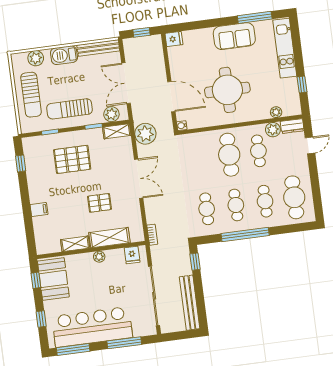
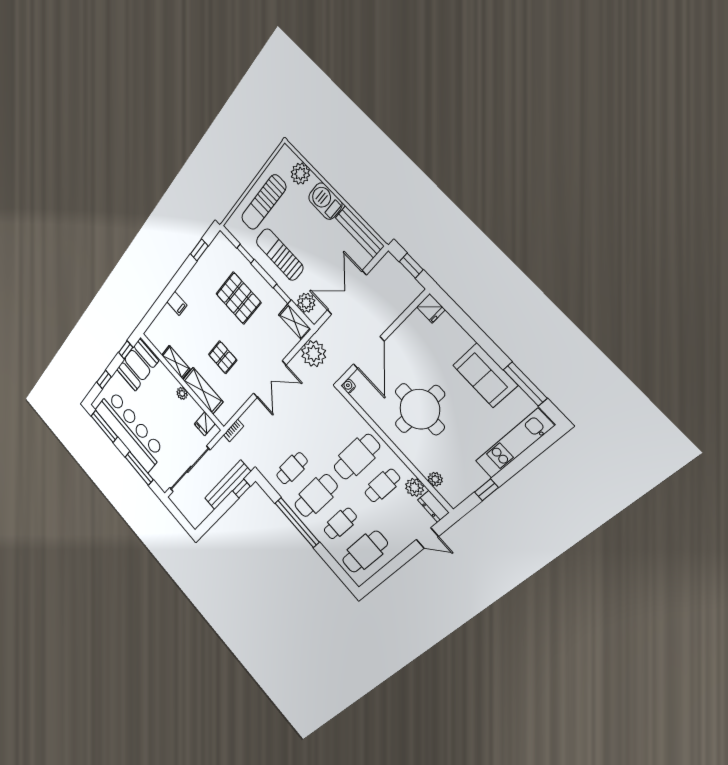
cafe table: (236, 205) -> (316, 496), width x1.37, depth x1.35
bench: (190, 303) -> (227, 485), moved

